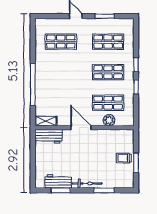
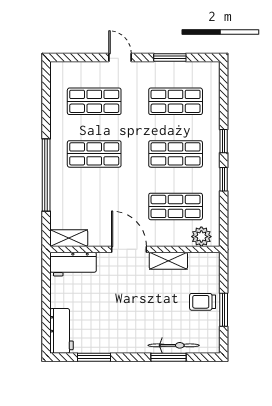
shop shelf: (61, 72) -> (94, 154), added
plant: (109, 120) -> (201, 237), moved
shelving: (104, 134) -> (168, 261), added
workbench: (58, 181) -> (62, 331), moved, turned 90
bicycle: (87, 183) -> (174, 345), moved

